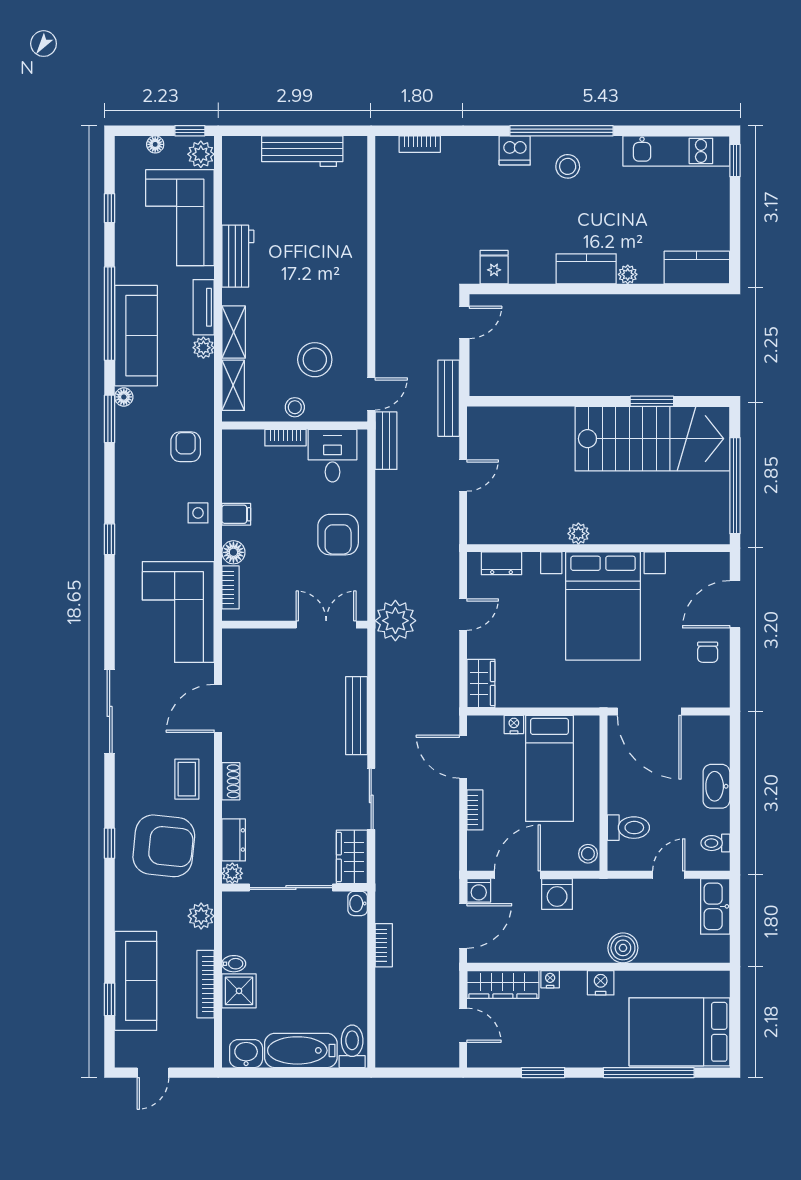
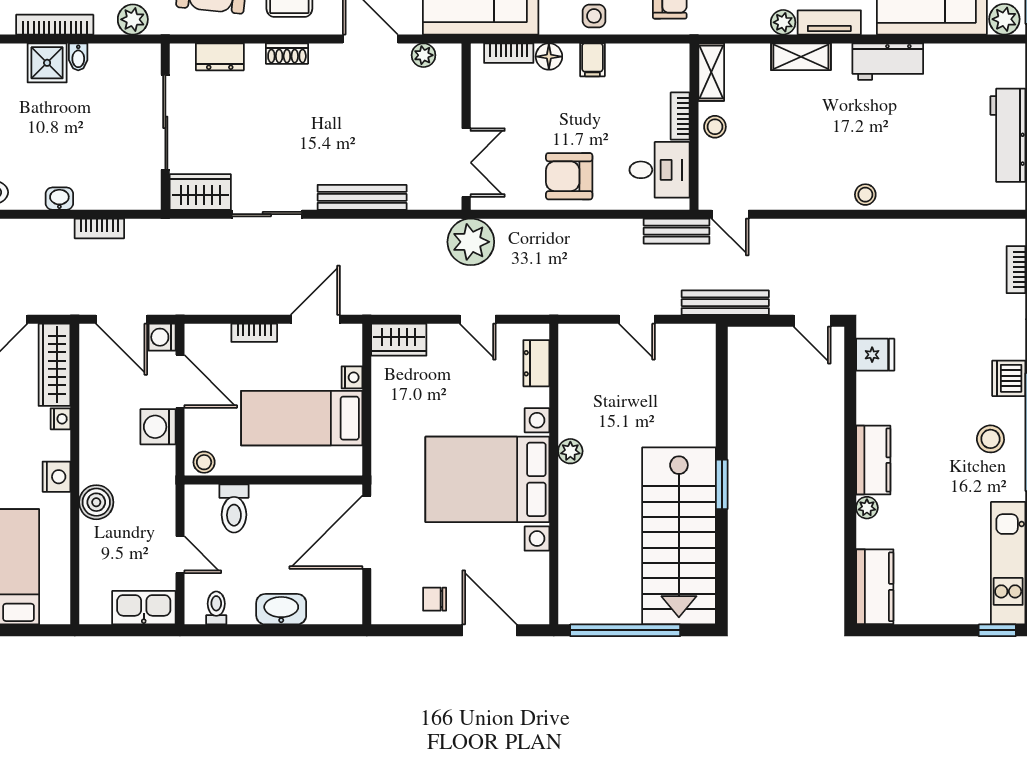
stool: (315, 360) -> (865, 195), moved, width x0.53, depth x0.53
shelving: (233, 385) -> (711, 72), moved, turned 90
window: (652, 401) -> (722, 484), moved
plant: (232, 873) -> (423, 55), moved
washbasin: (358, 903) -> (59, 199), moved

